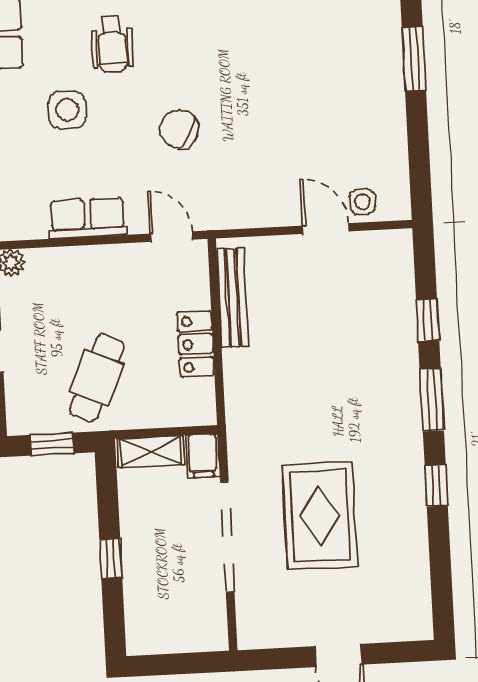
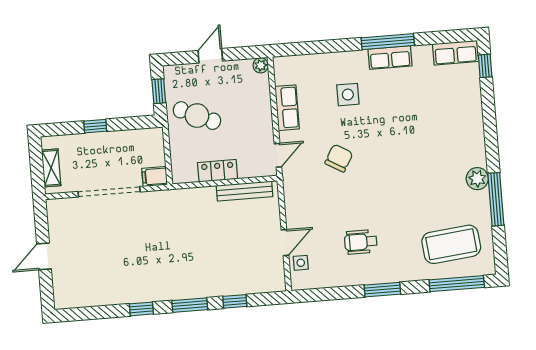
wheelchair: (112, 44) -> (361, 242), moved
shelving: (151, 452) -> (51, 168), moved
rug: (320, 516) -> (123, 244), removed

